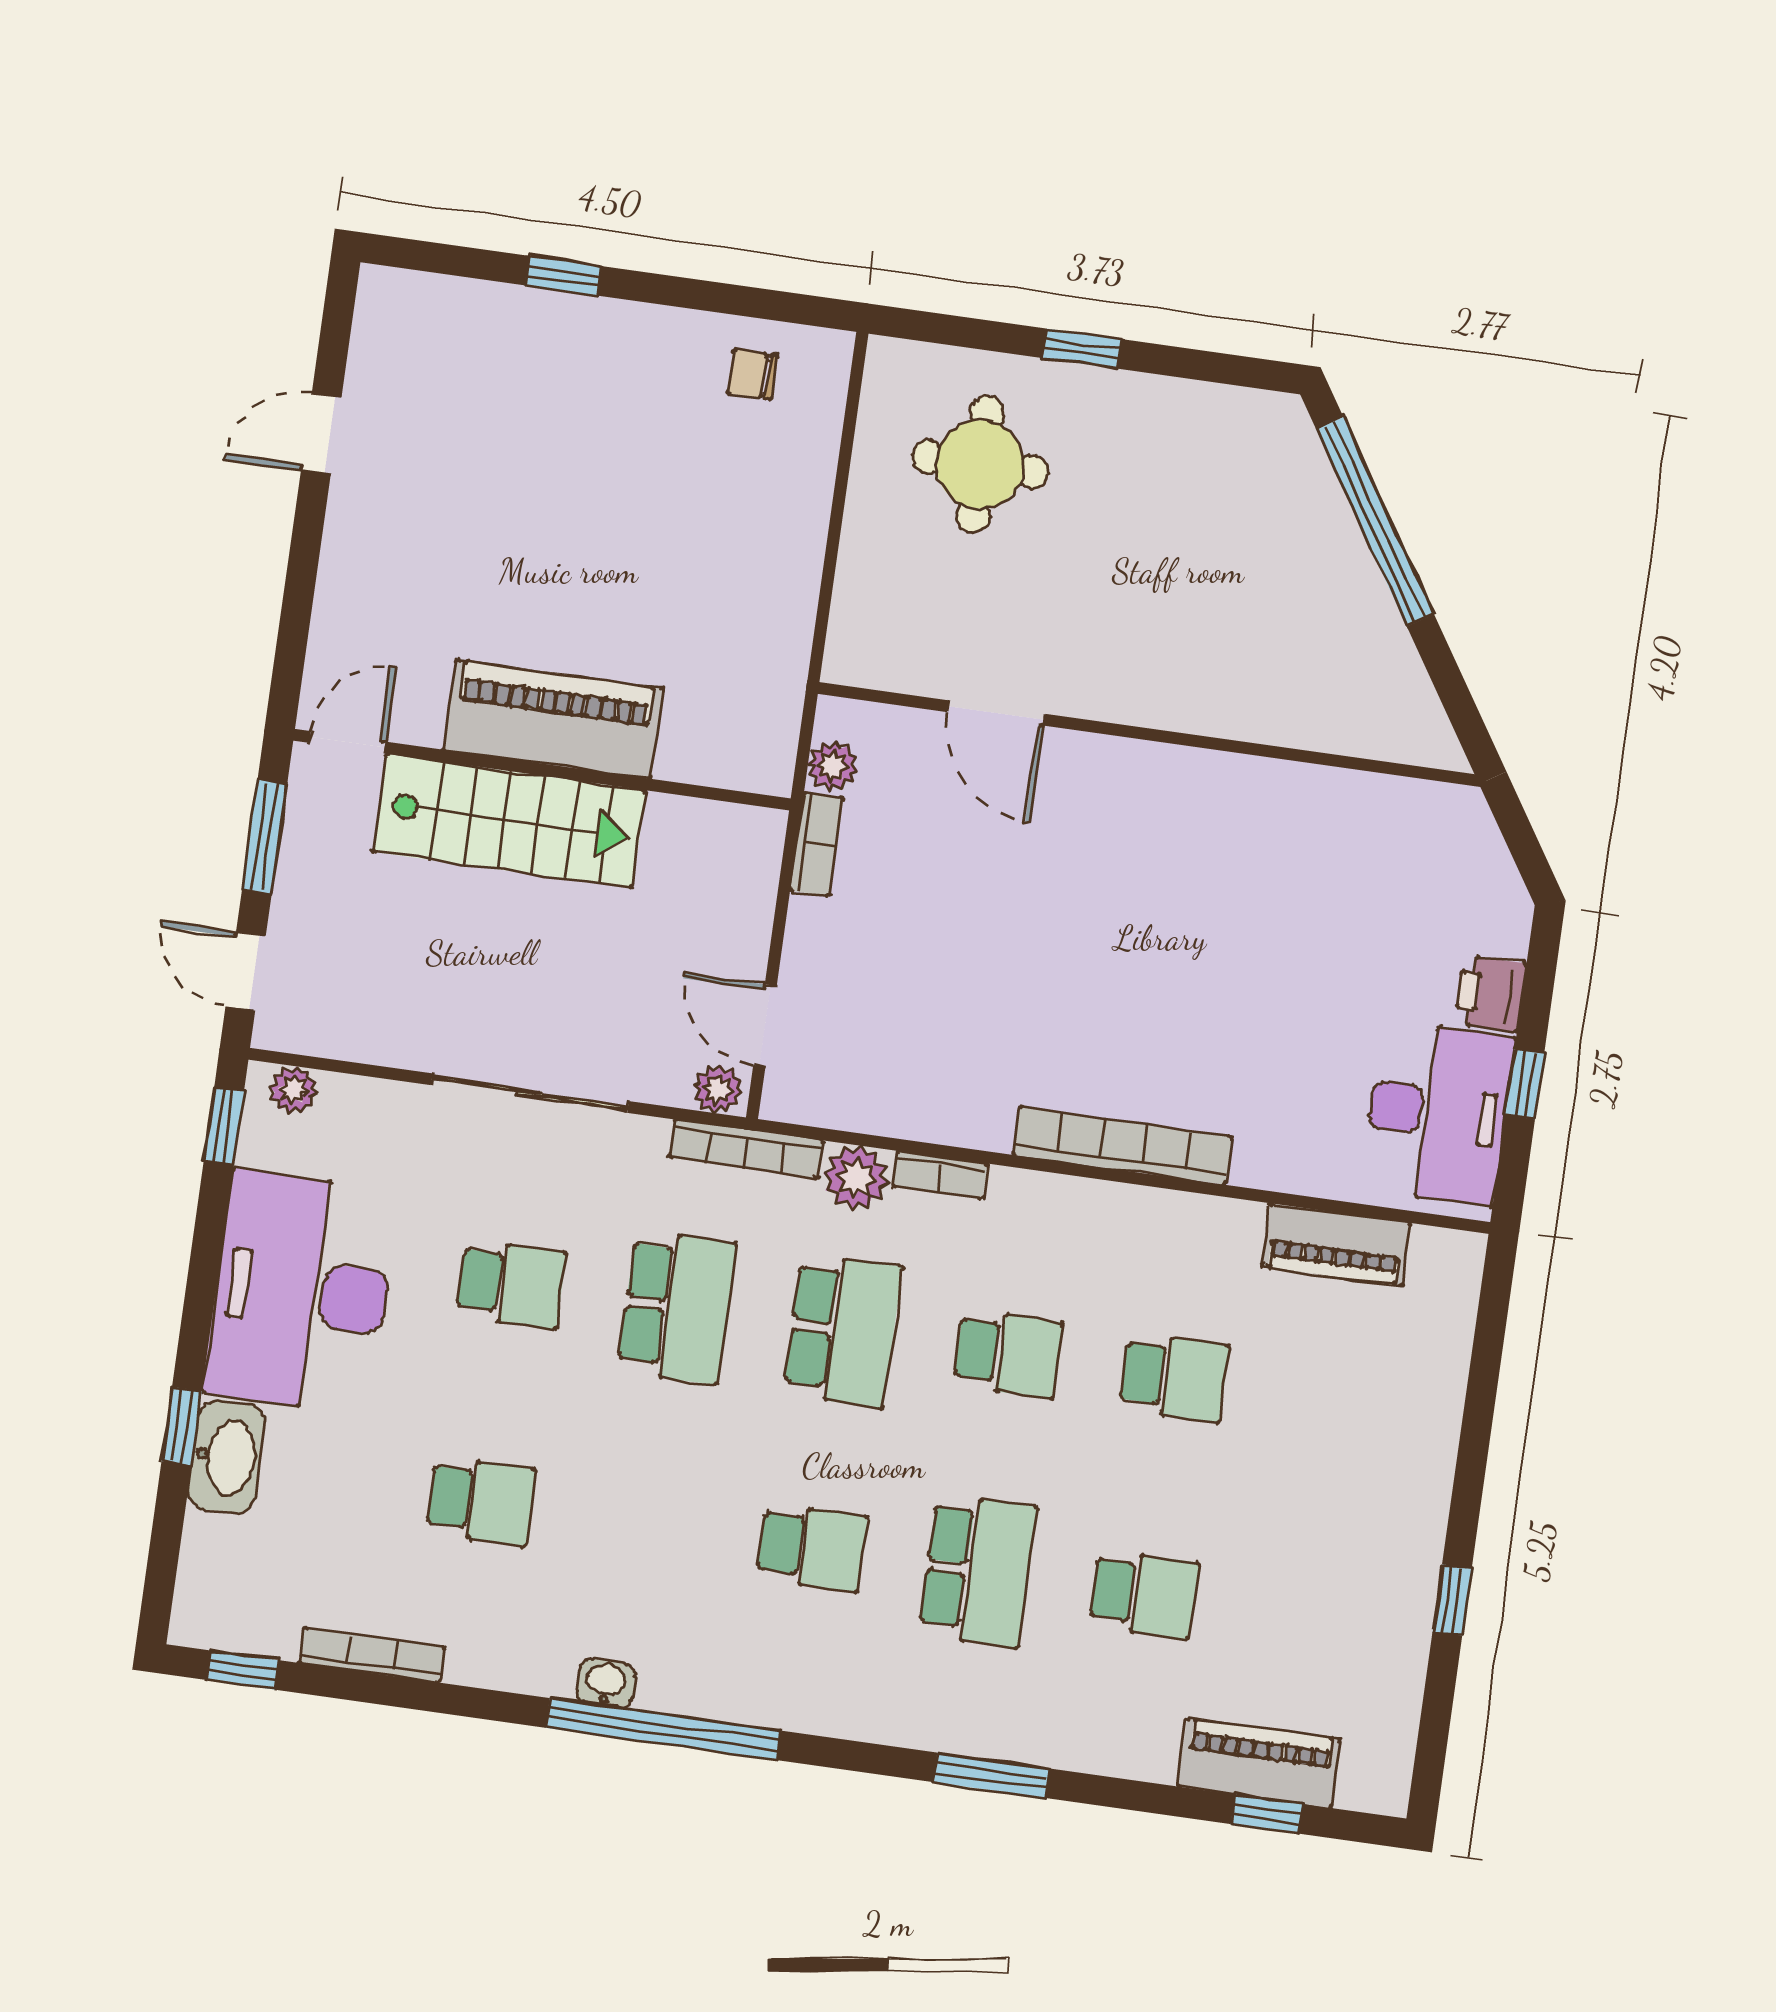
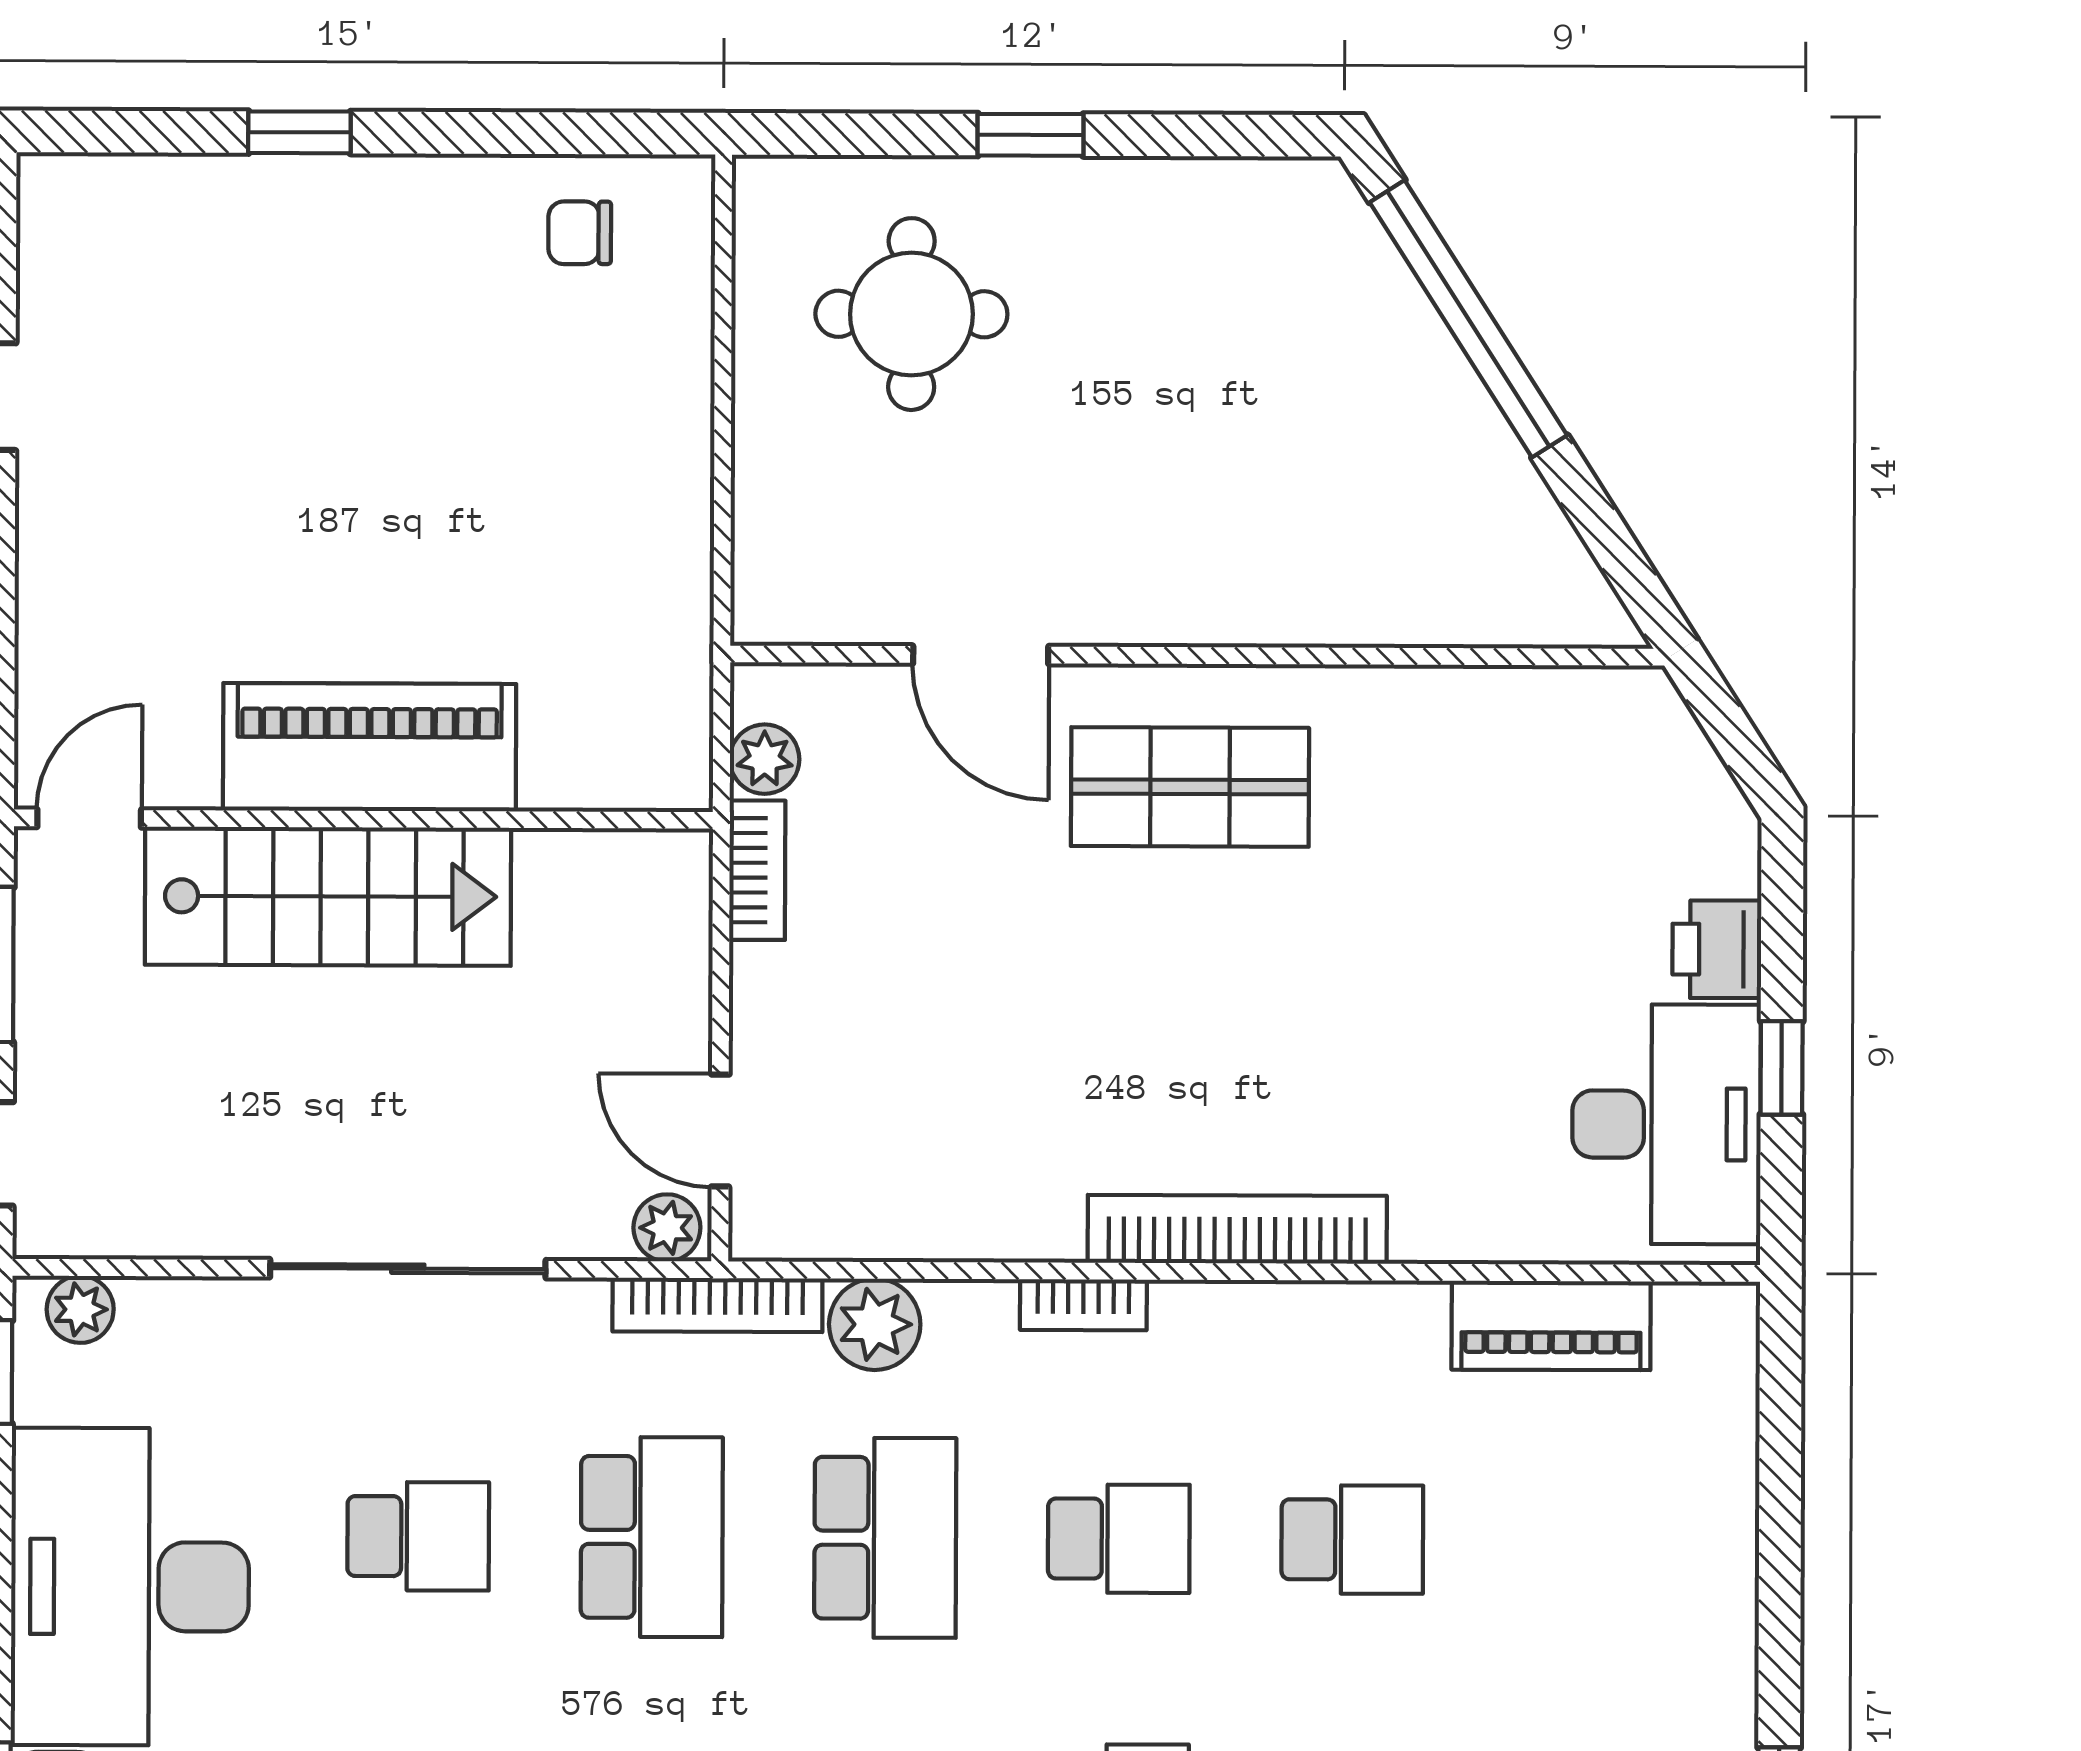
shop shelf: (1132, 827) -> (1190, 787), added
bookcase: (940, 1175) -> (1083, 1305), moved

